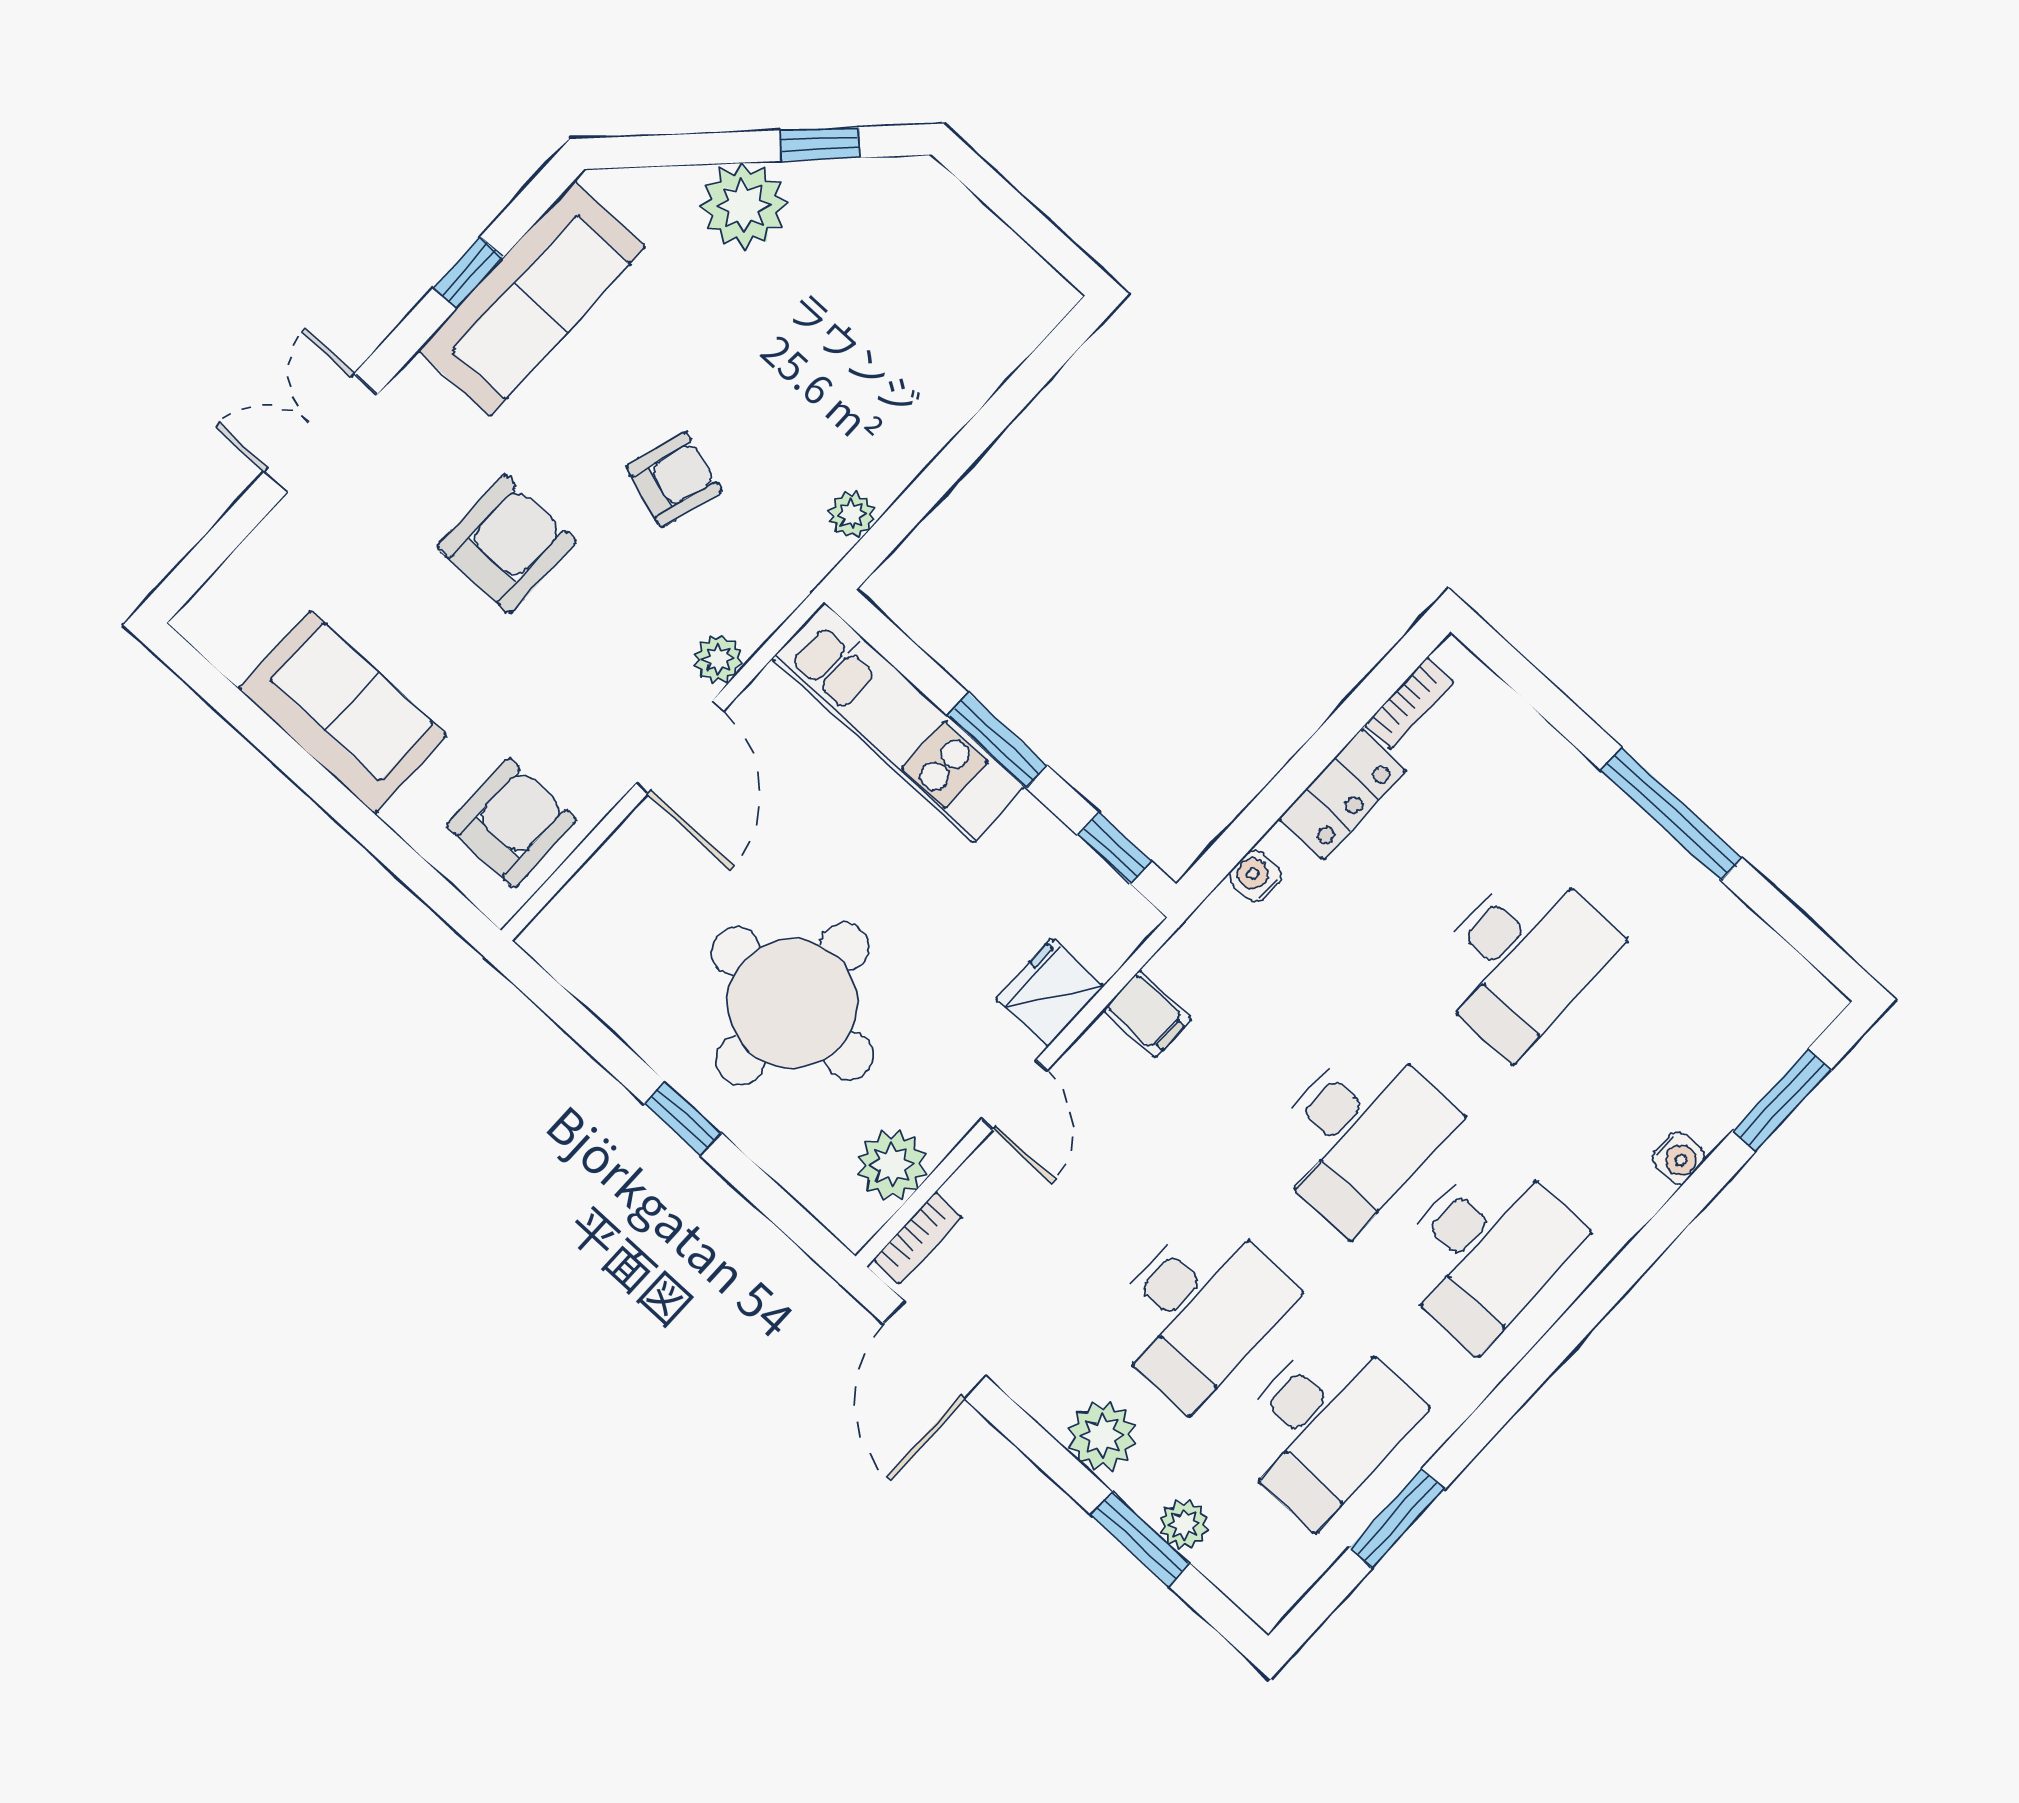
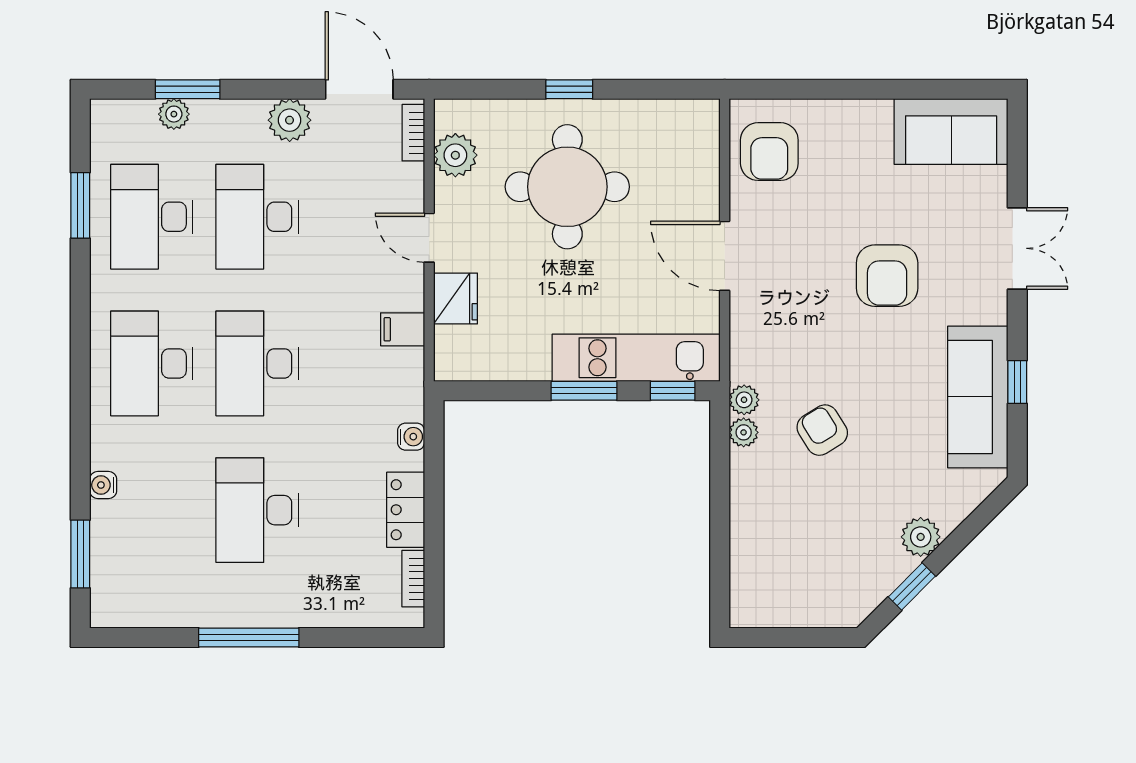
plant: (744, 206) -> (921, 537), width x0.73, depth x0.73
armchair: (674, 479) -> (822, 430), moved, turned 131
plant: (718, 659) -> (744, 400), moved
sofa: (343, 712) -> (951, 132), moved
window: (1115, 848) -> (673, 391), moved
plant: (1102, 1436) -> (290, 120), moved

